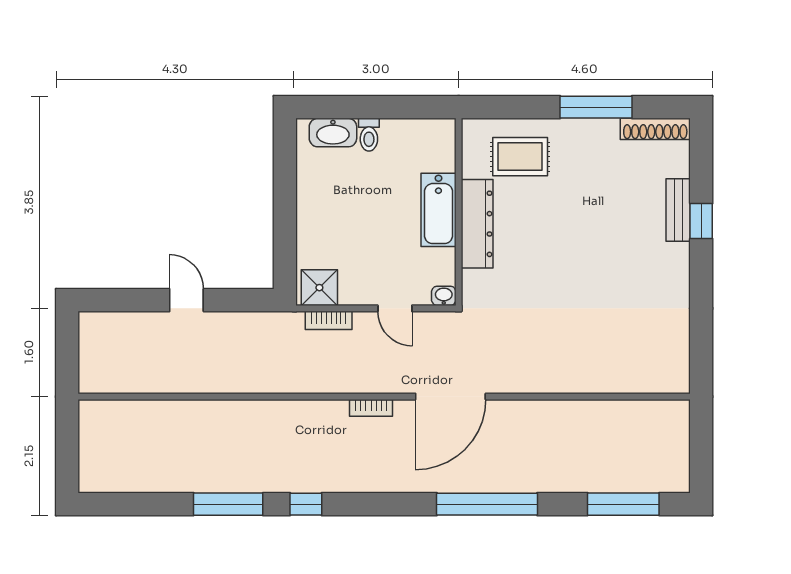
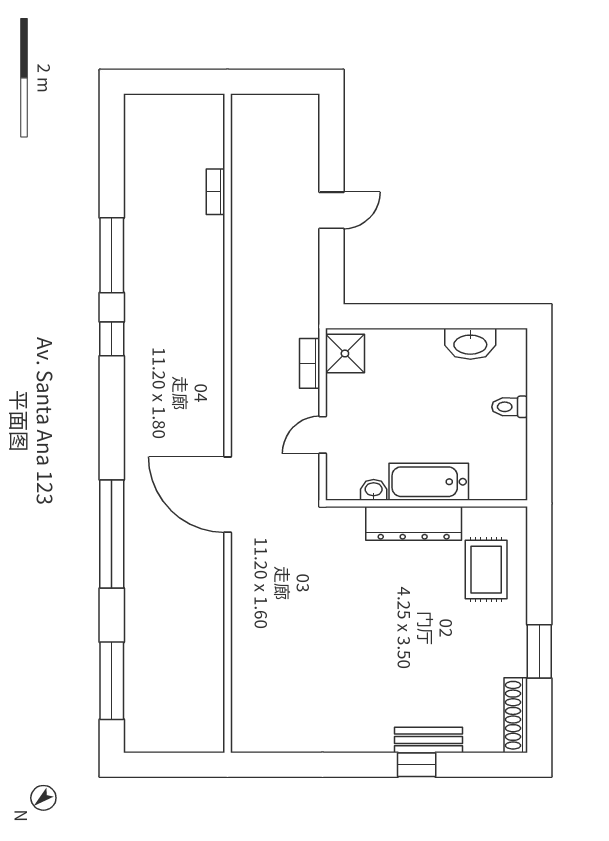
window: (596, 107) -> (539, 651), width x0.69
washbasin: (333, 133) -> (470, 344), moved, turned -90
washbasin: (444, 296) -> (374, 490), moved, turned -90
bookcase: (371, 408) -> (215, 192), moved

